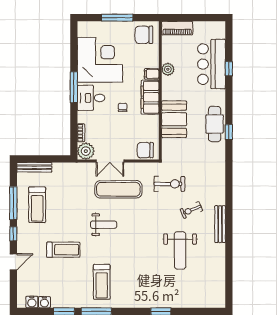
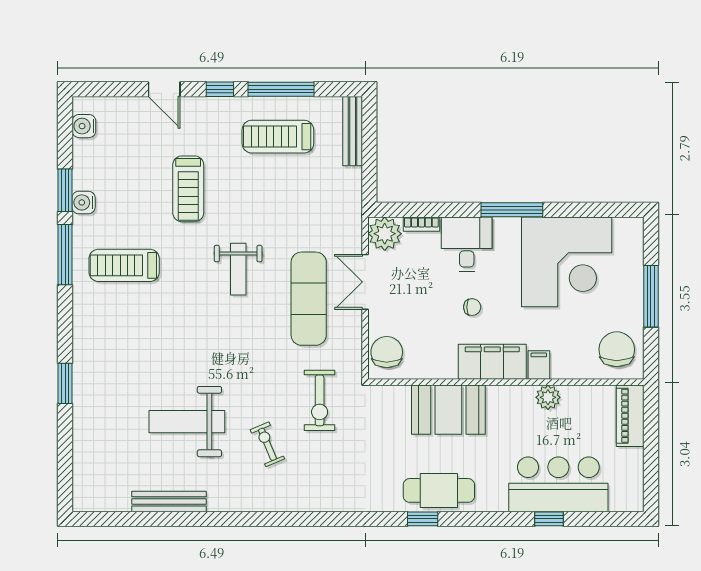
desk: (91, 98) -> (467, 244), moved
bench: (220, 224) -> (169, 501), moved
water cooler: (44, 302) -> (84, 202), moved

